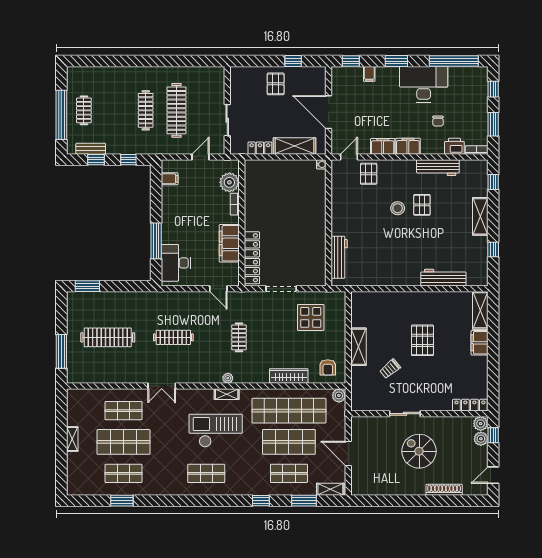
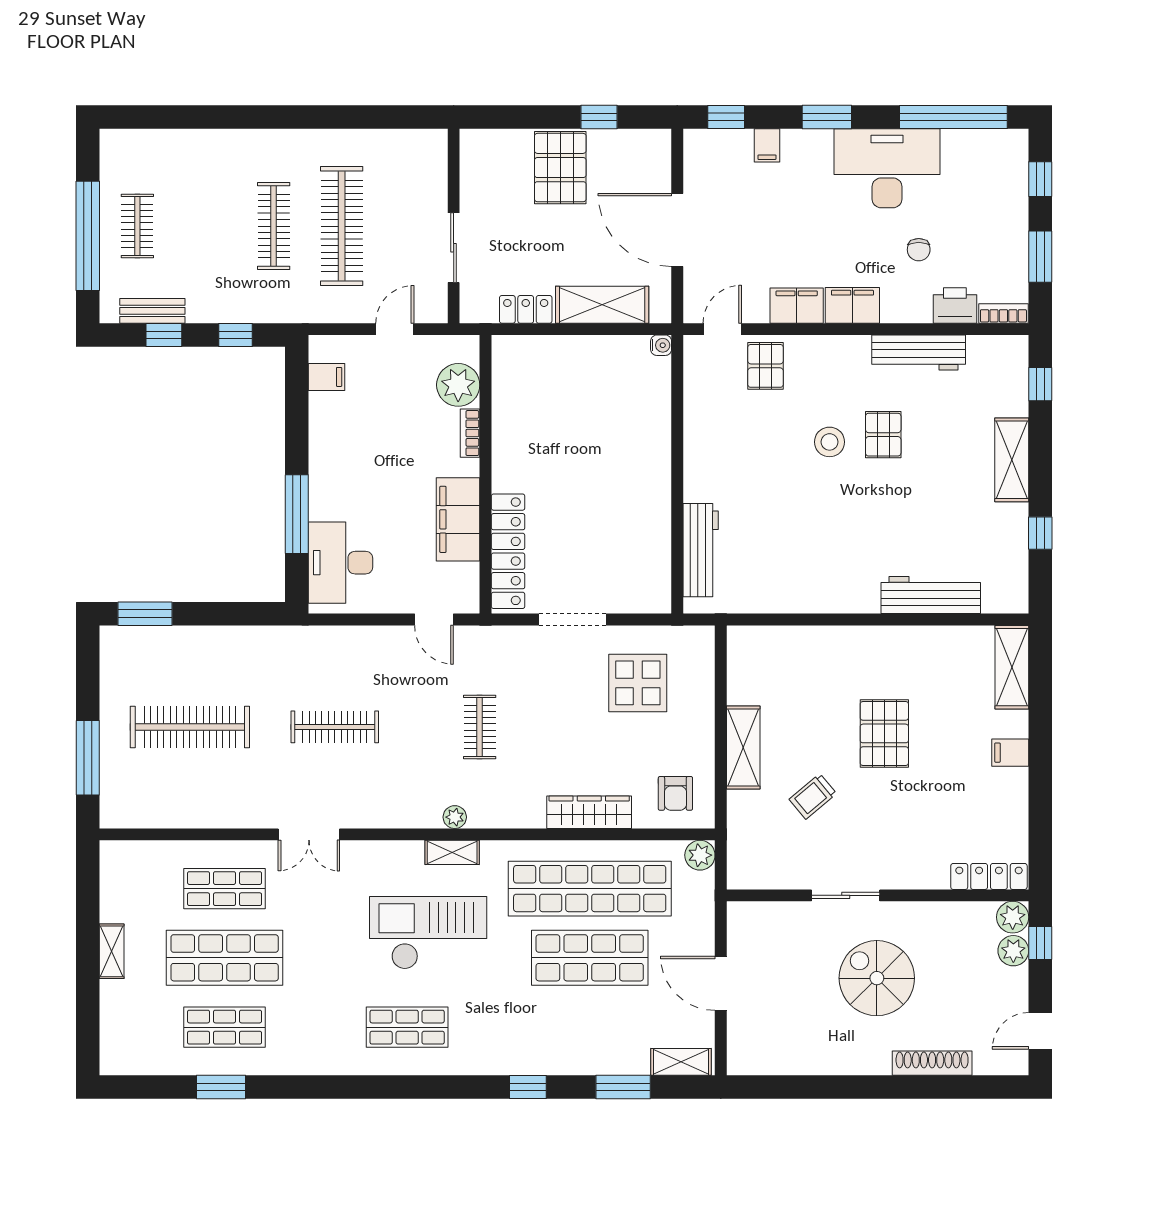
pallet: (276, 84) -> (560, 168), width x1.50, depth x1.42
filing cabinet: (480, 343) -> (1010, 753), width x0.50
shop shelf: (289, 473) -> (590, 1027), removed

